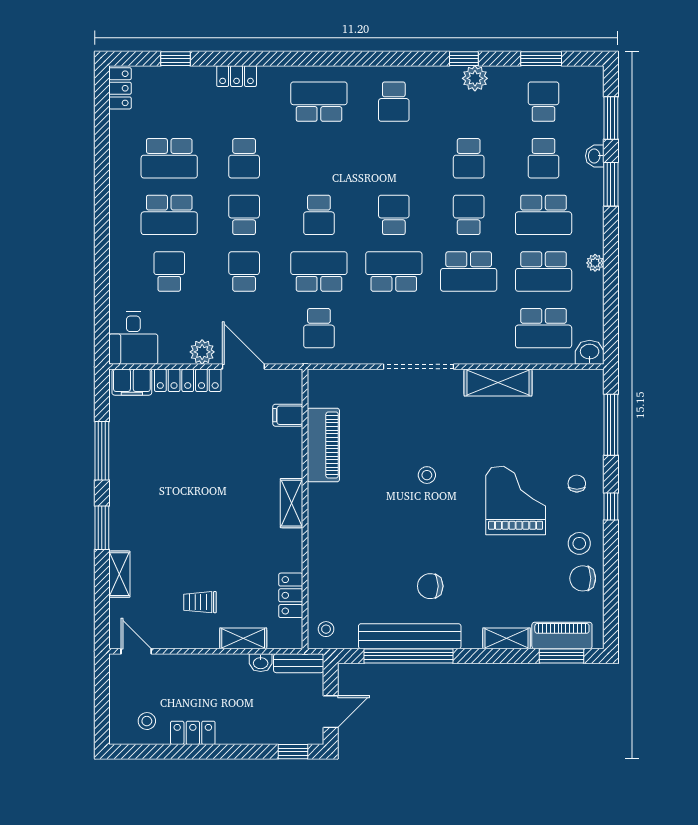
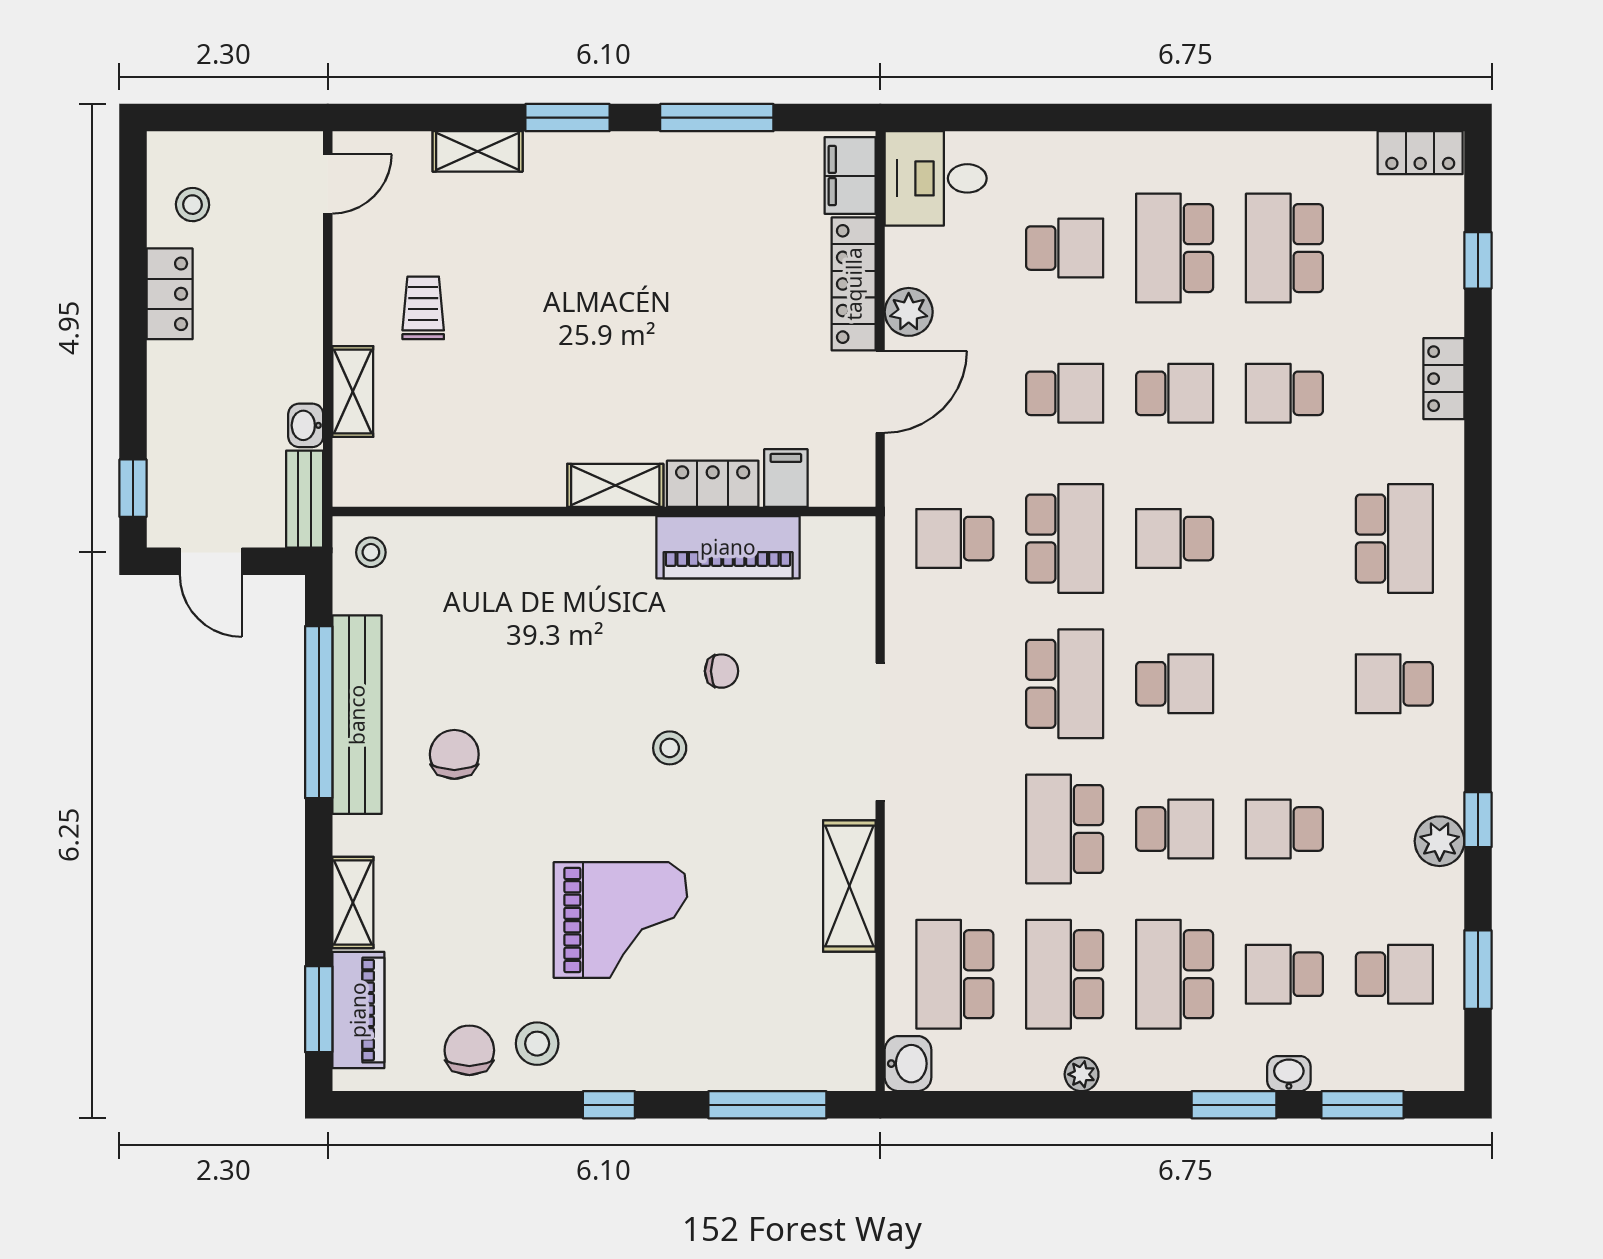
chair: (577, 484) -> (722, 671), moved
locker: (291, 595) -> (713, 484), moved

